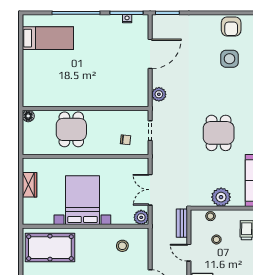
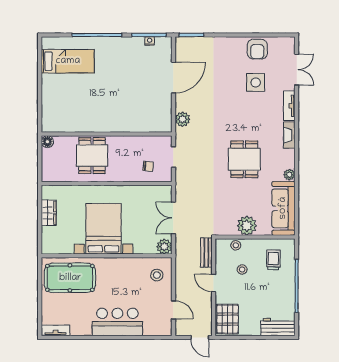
stool: (122, 246) -> (157, 275), moved

